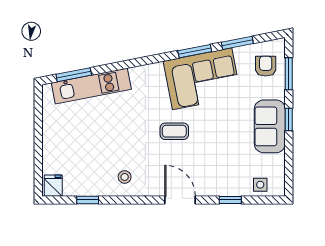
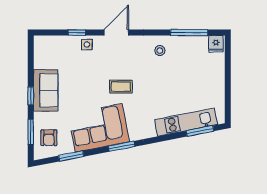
window: (195, 51) -> (122, 146), moved
side table: (260, 185) -> (87, 44), moved
window: (88, 200) -> (189, 32), width x2.17
door: (180, 200) -> (116, 32), swing flipped

